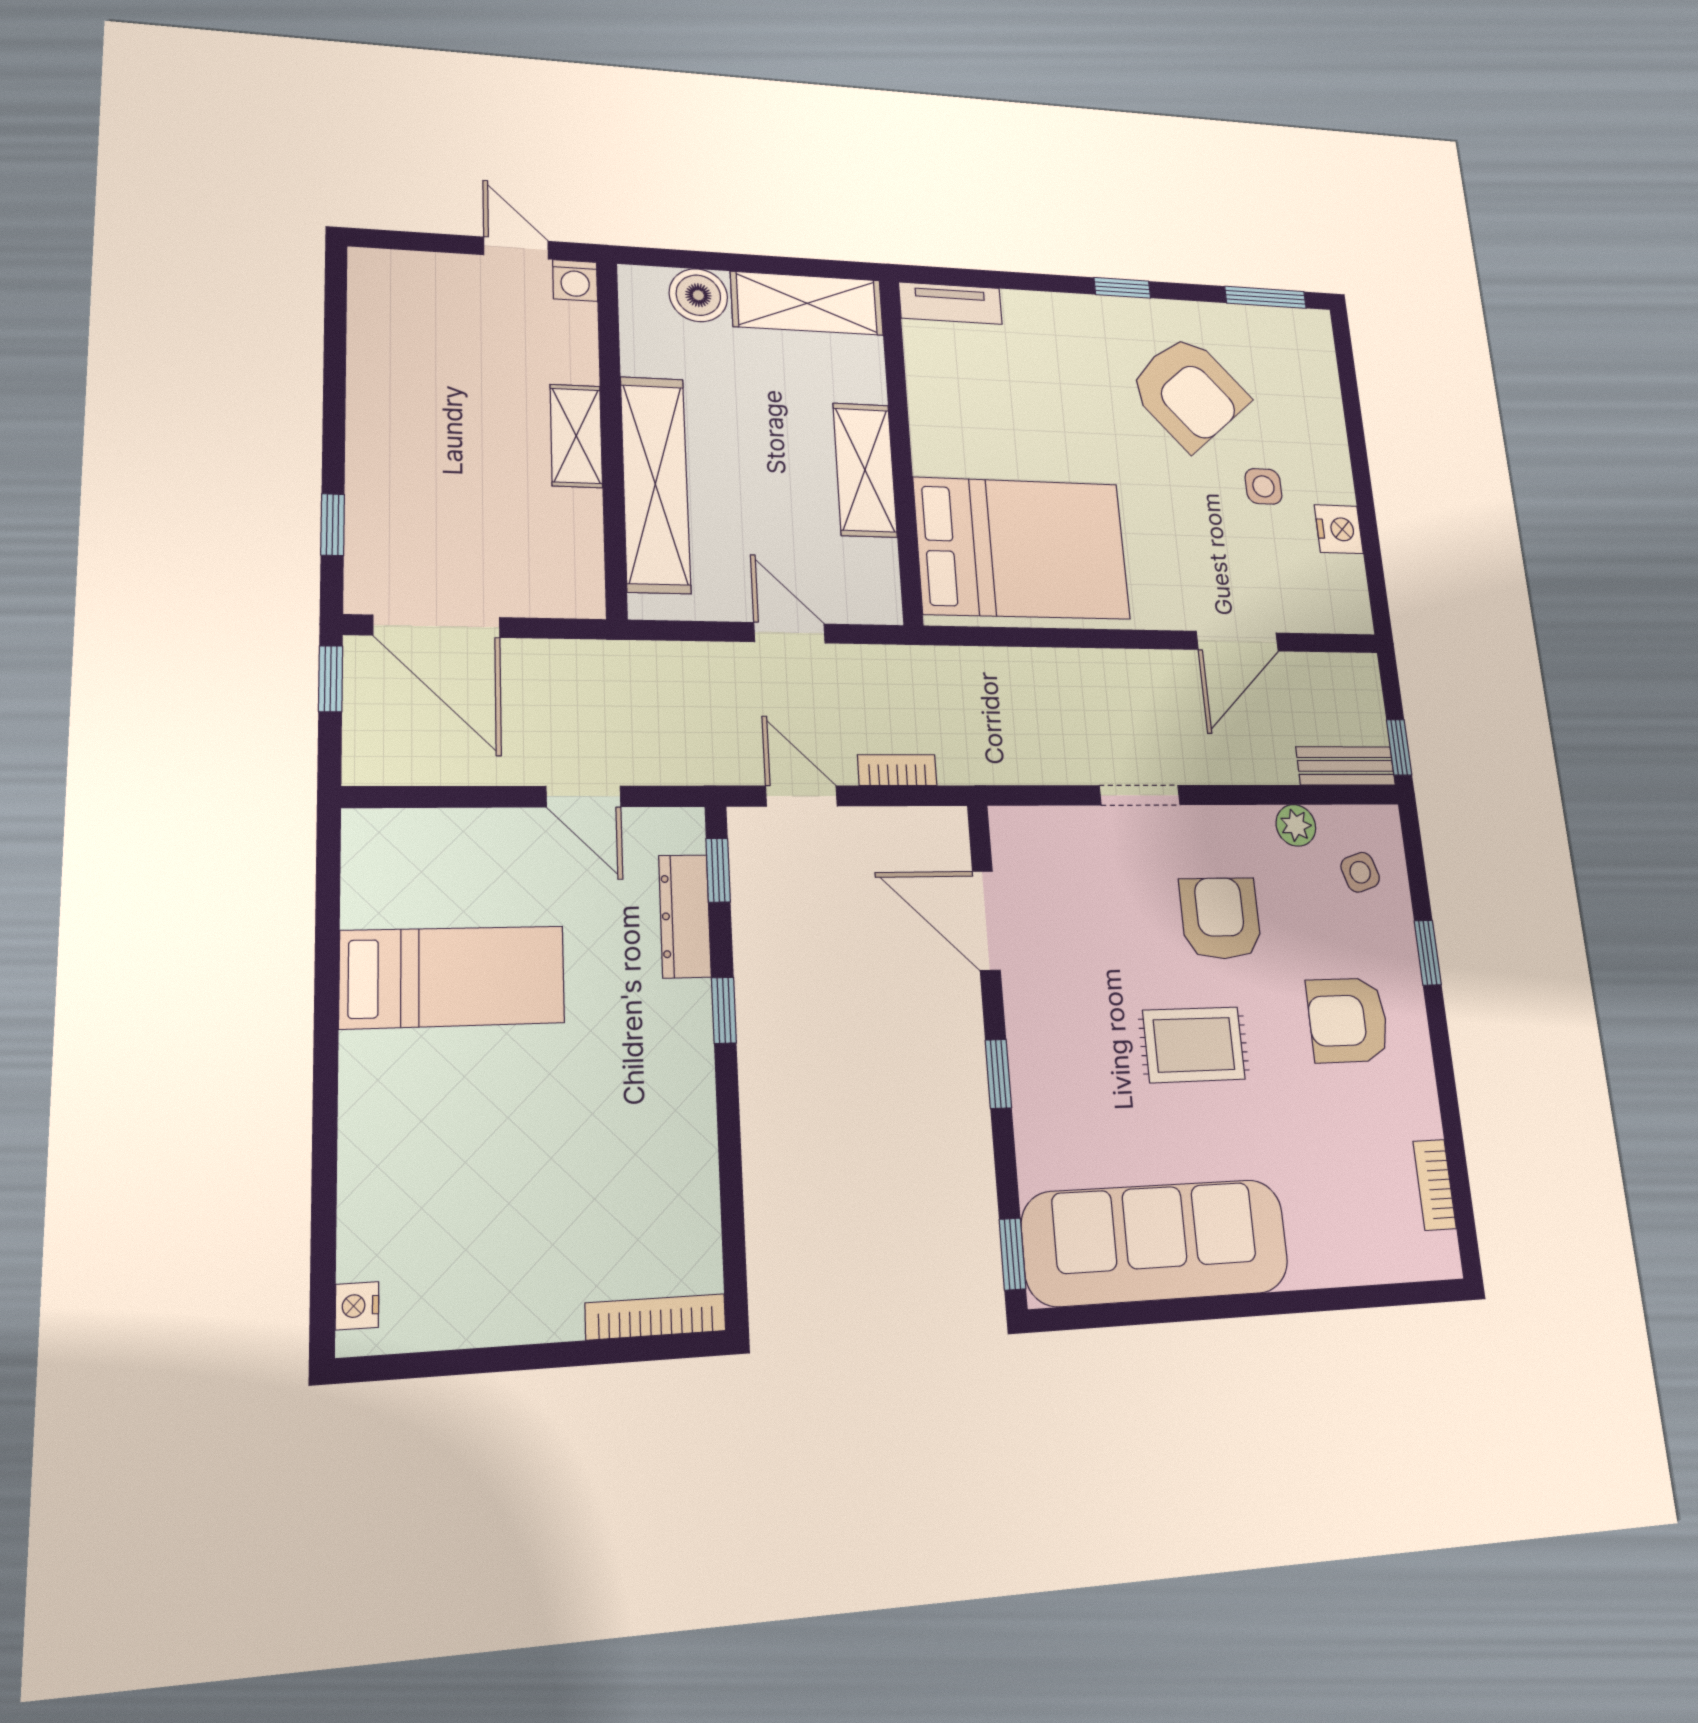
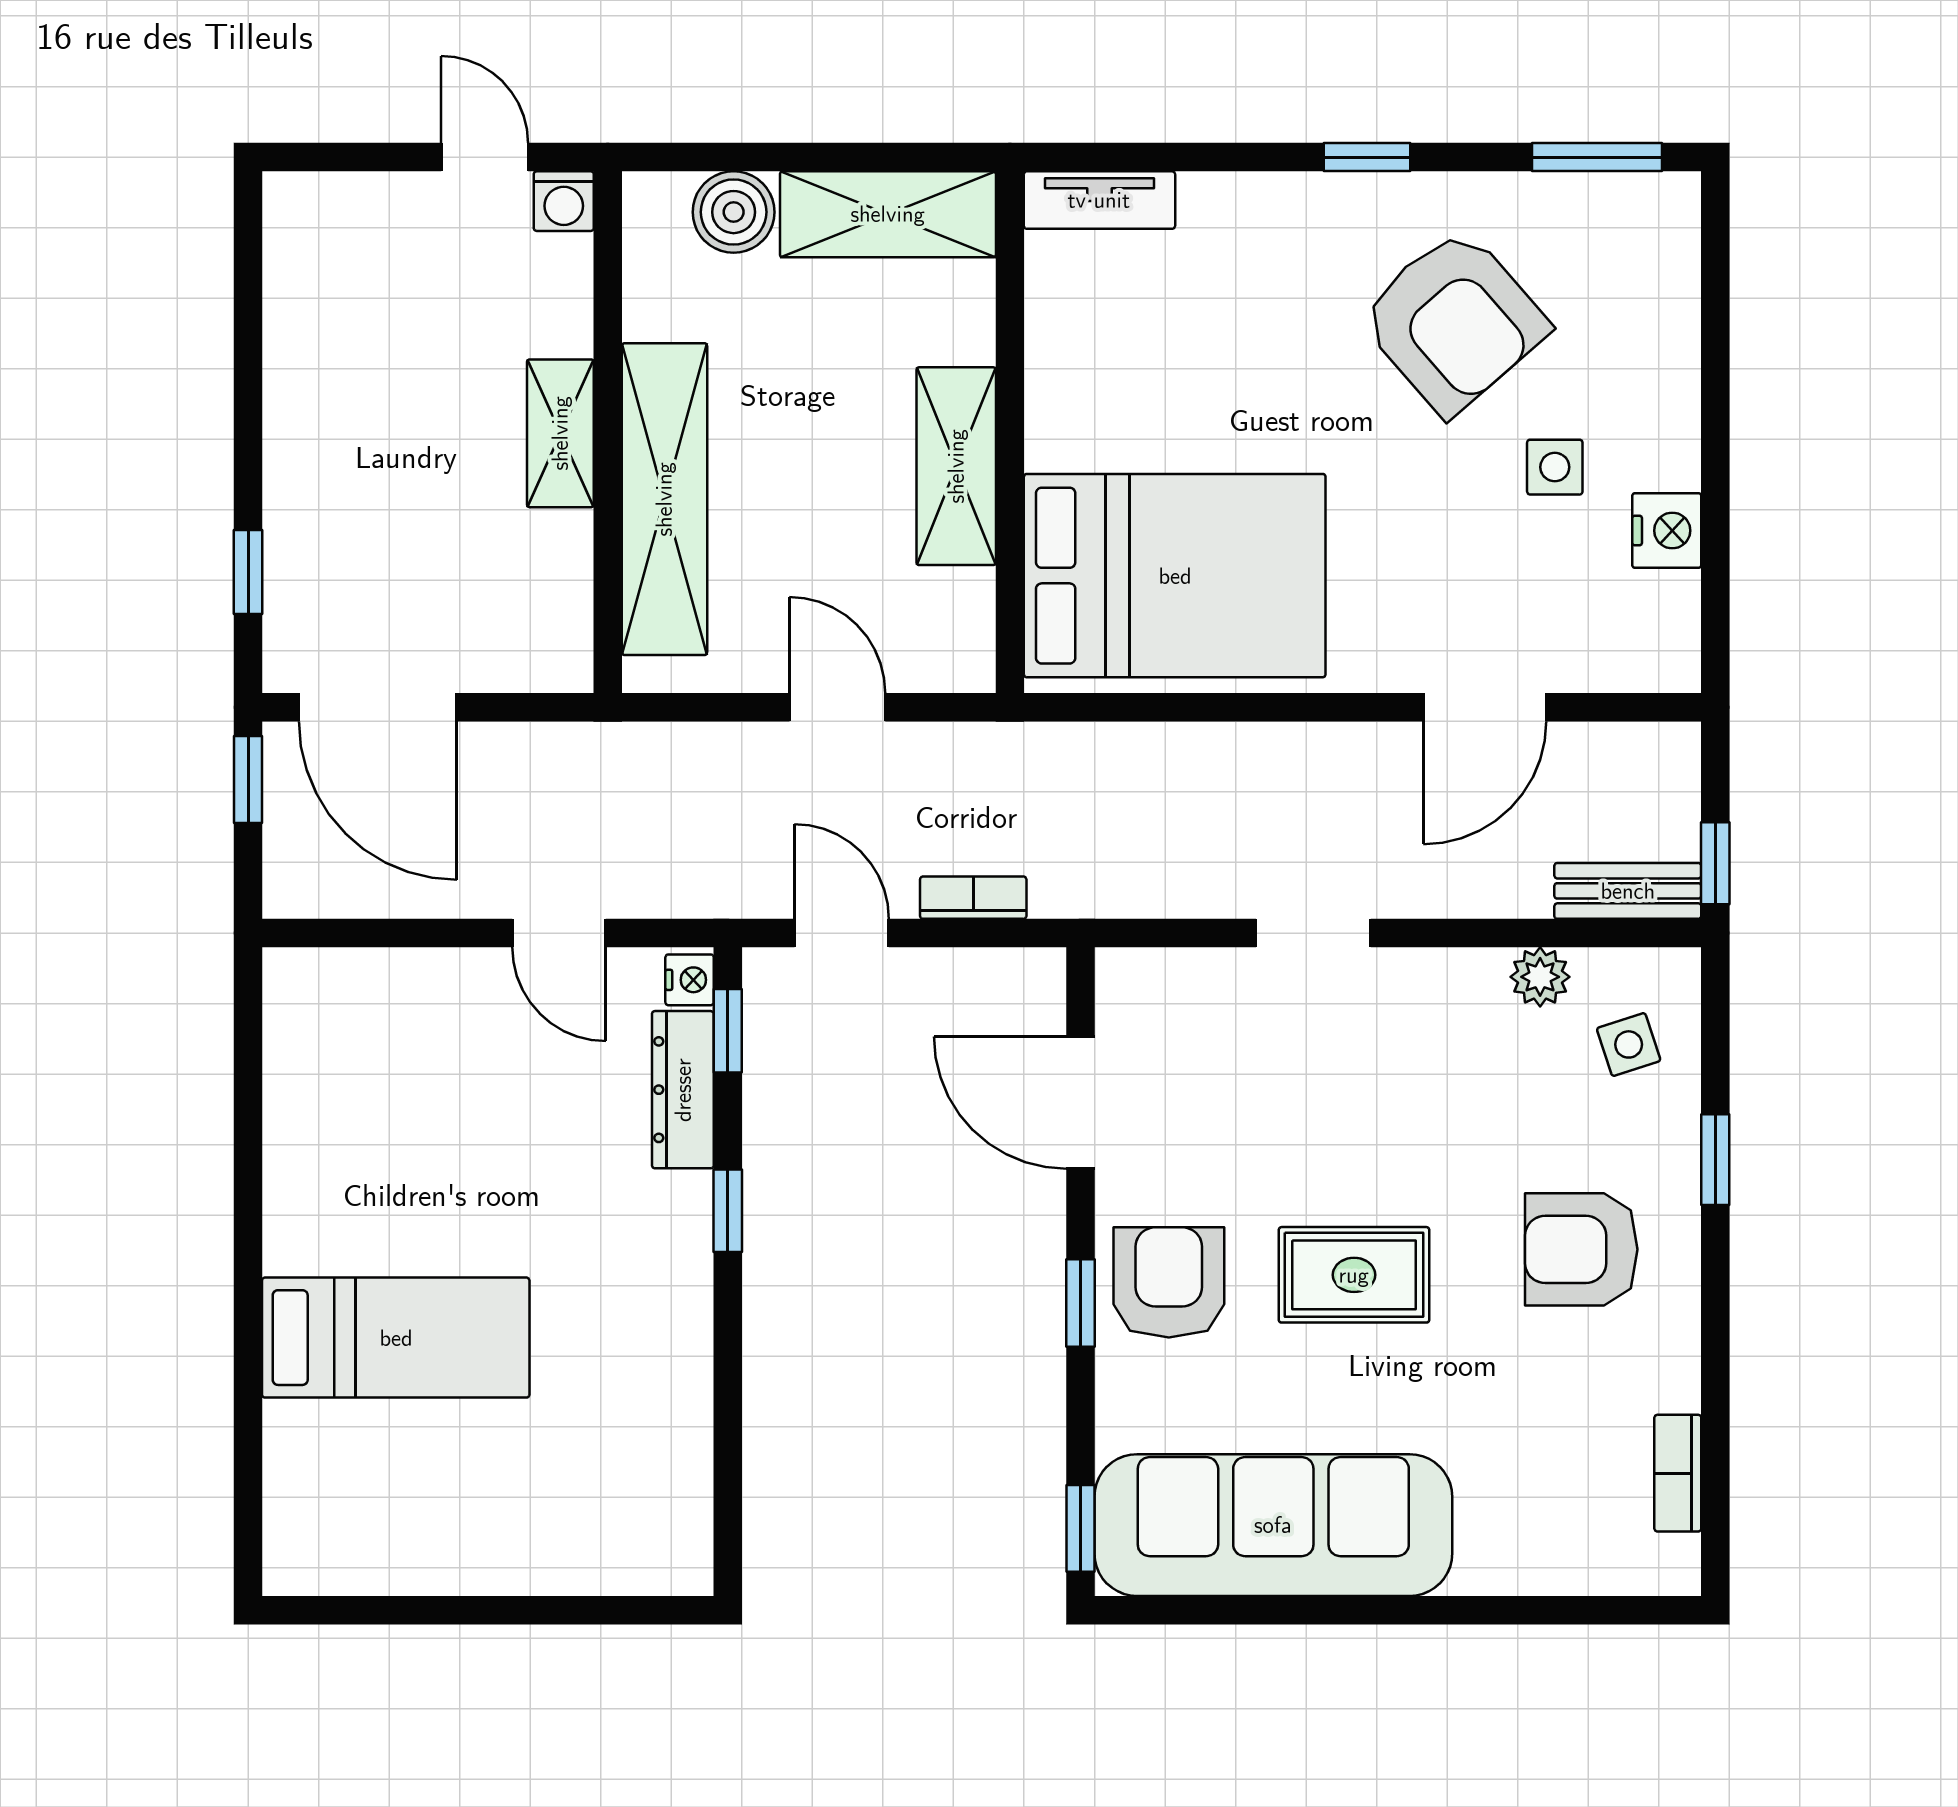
armchair: (1220, 918) -> (1169, 1282), moved
bed: (453, 977) -> (396, 1338), moved
nightstand: (357, 1306) -> (690, 980), moved, turned 180
bookcase: (656, 1317) -> (630, 1575), removed

